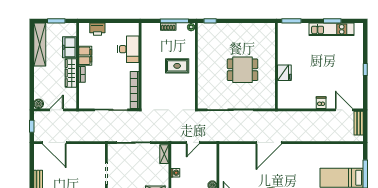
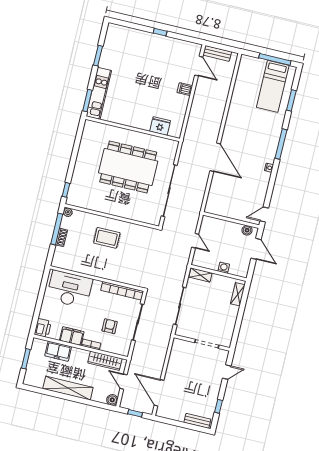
printer: (97, 29) -> (43, 328), moved
kitchen unit: (331, 29) -> (99, 93), moved
shelving: (40, 45) -> (68, 388), moved
desk: (128, 49) -> (70, 289), width x1.36, depth x1.30
rug: (177, 66) -> (107, 238), turned 90
dining table: (242, 70) -> (128, 167), width x1.88, depth x1.24
wardrobe: (71, 73) -> (105, 361), moved
fridge: (284, 73) -> (160, 126), moved
armchair: (102, 86) -> (110, 326), added
door: (344, 110) -> (199, 66), swing flipped
door: (54, 143) -> (159, 393), swing flipped

